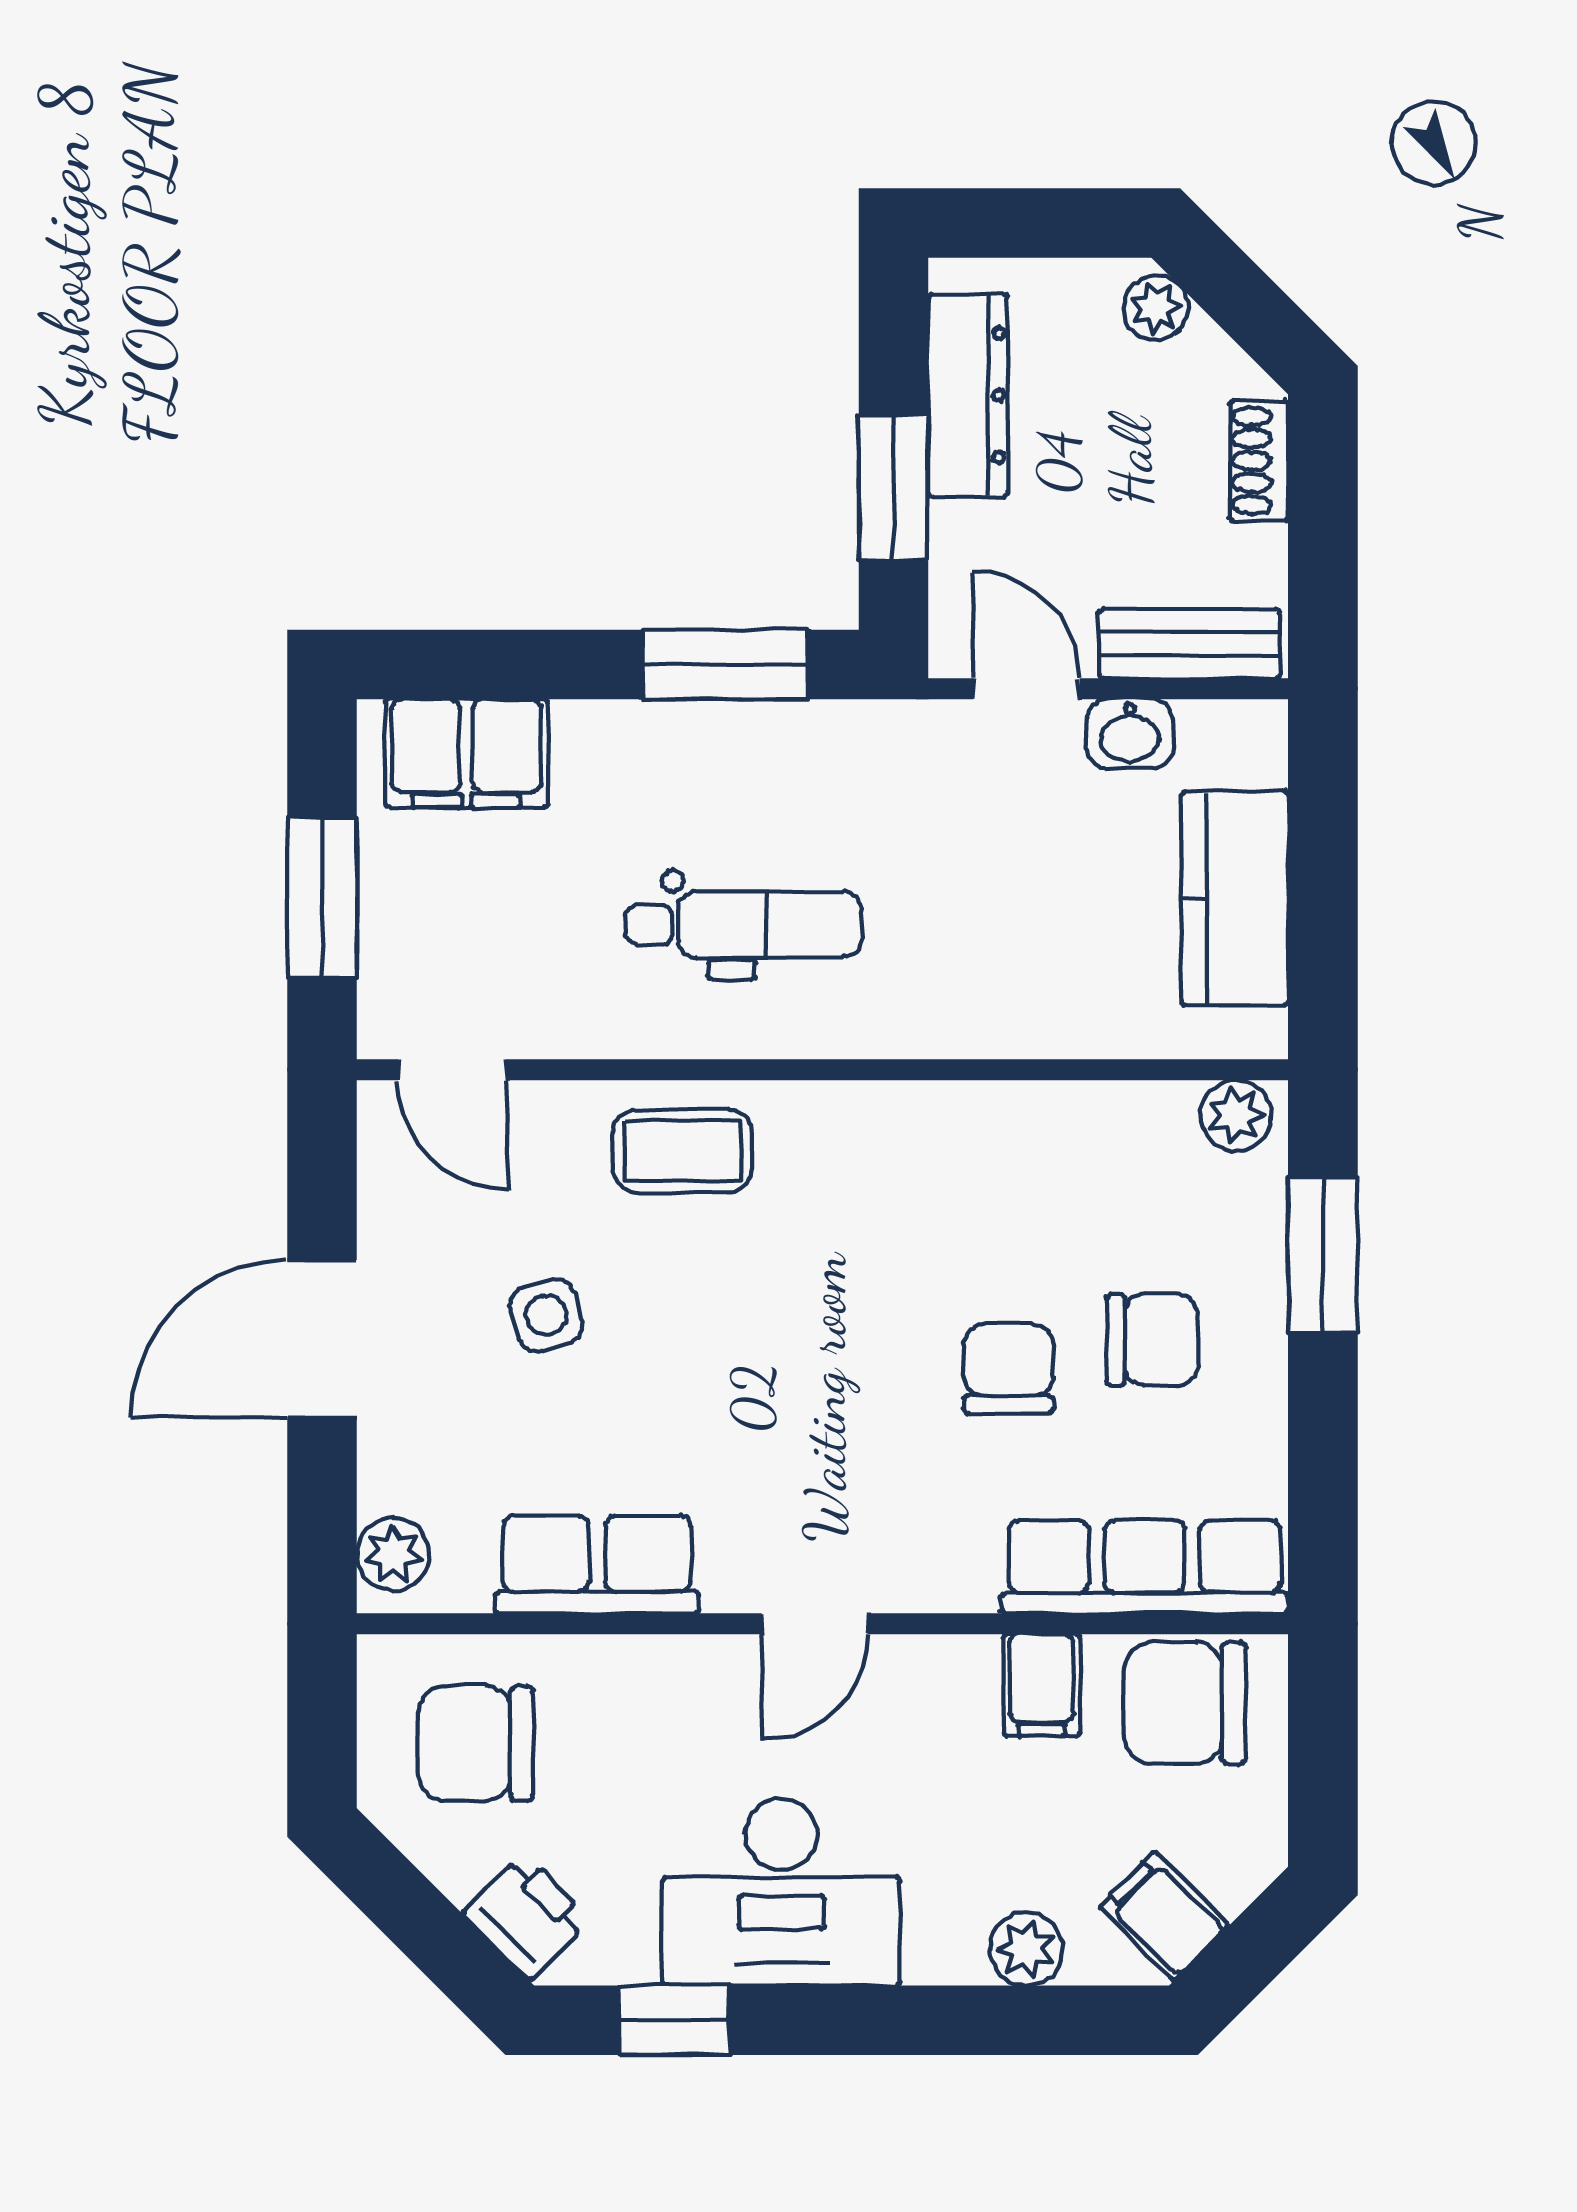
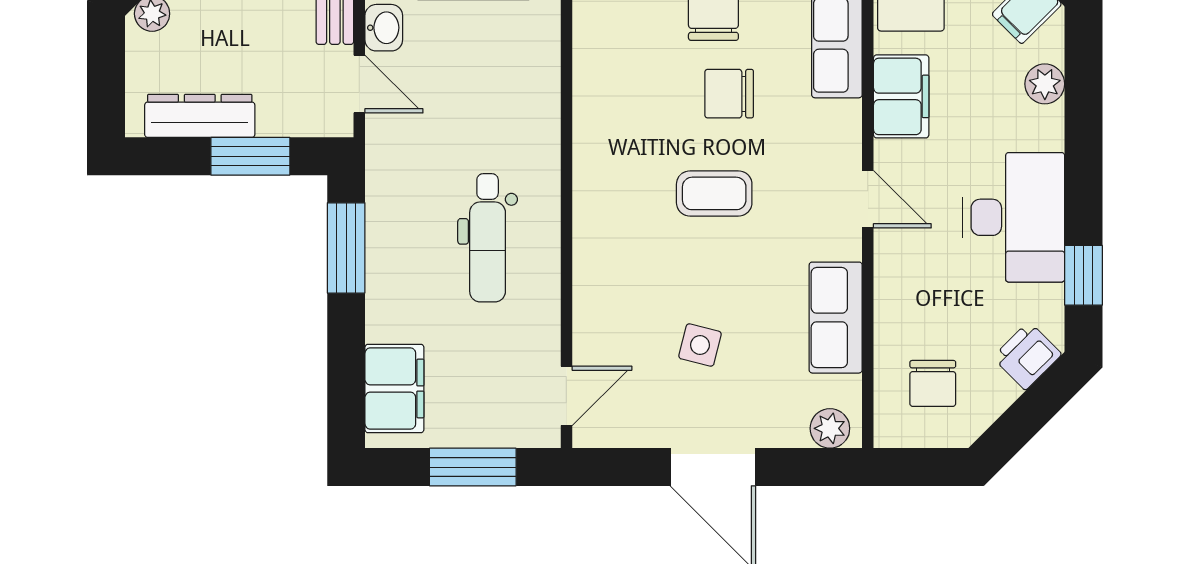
door: (1026, 689) -> (359, 84), swing flipped
dental chair: (744, 924) -> (488, 238), turned 180
coffee table: (682, 1151) -> (714, 193), moved, turned 90
side table: (546, 1315) -> (700, 345), turned 30
filing cabinet: (1042, 1685) -> (901, 96), width x2.00
chair: (476, 1743) -> (933, 383), width x0.73, depth x0.73

